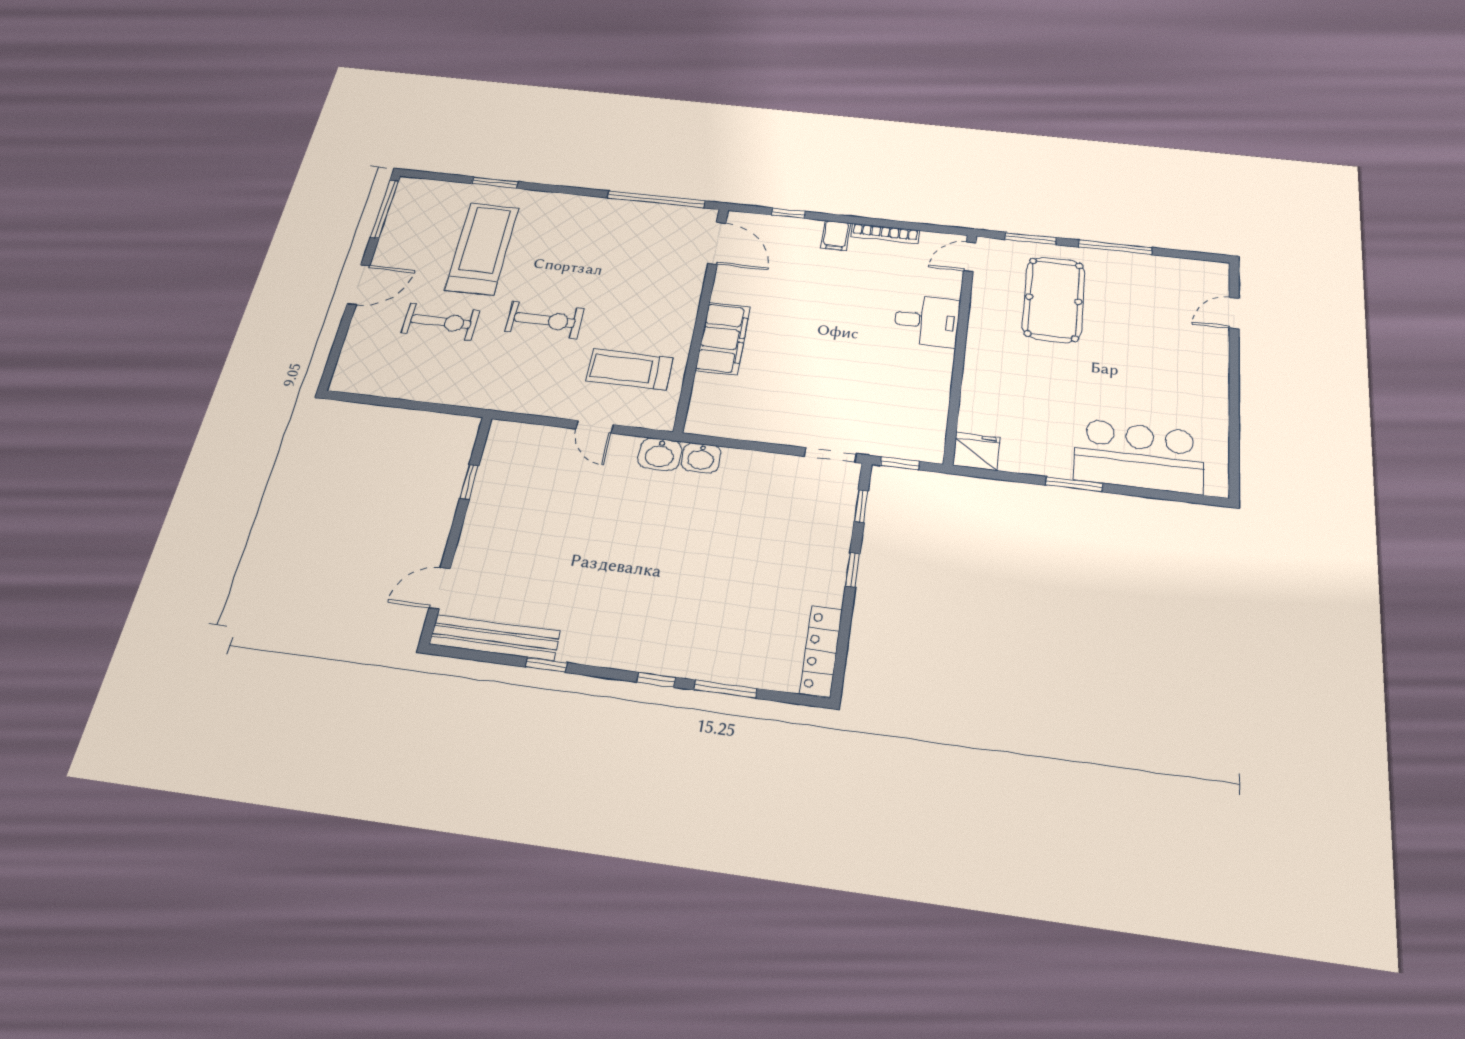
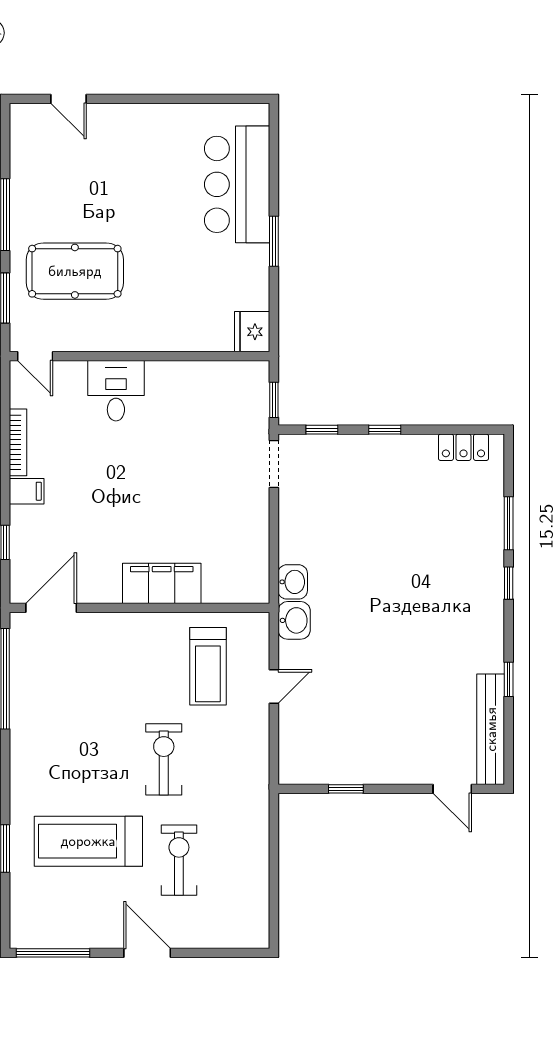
locker: (821, 651) -> (463, 447), width x0.66

